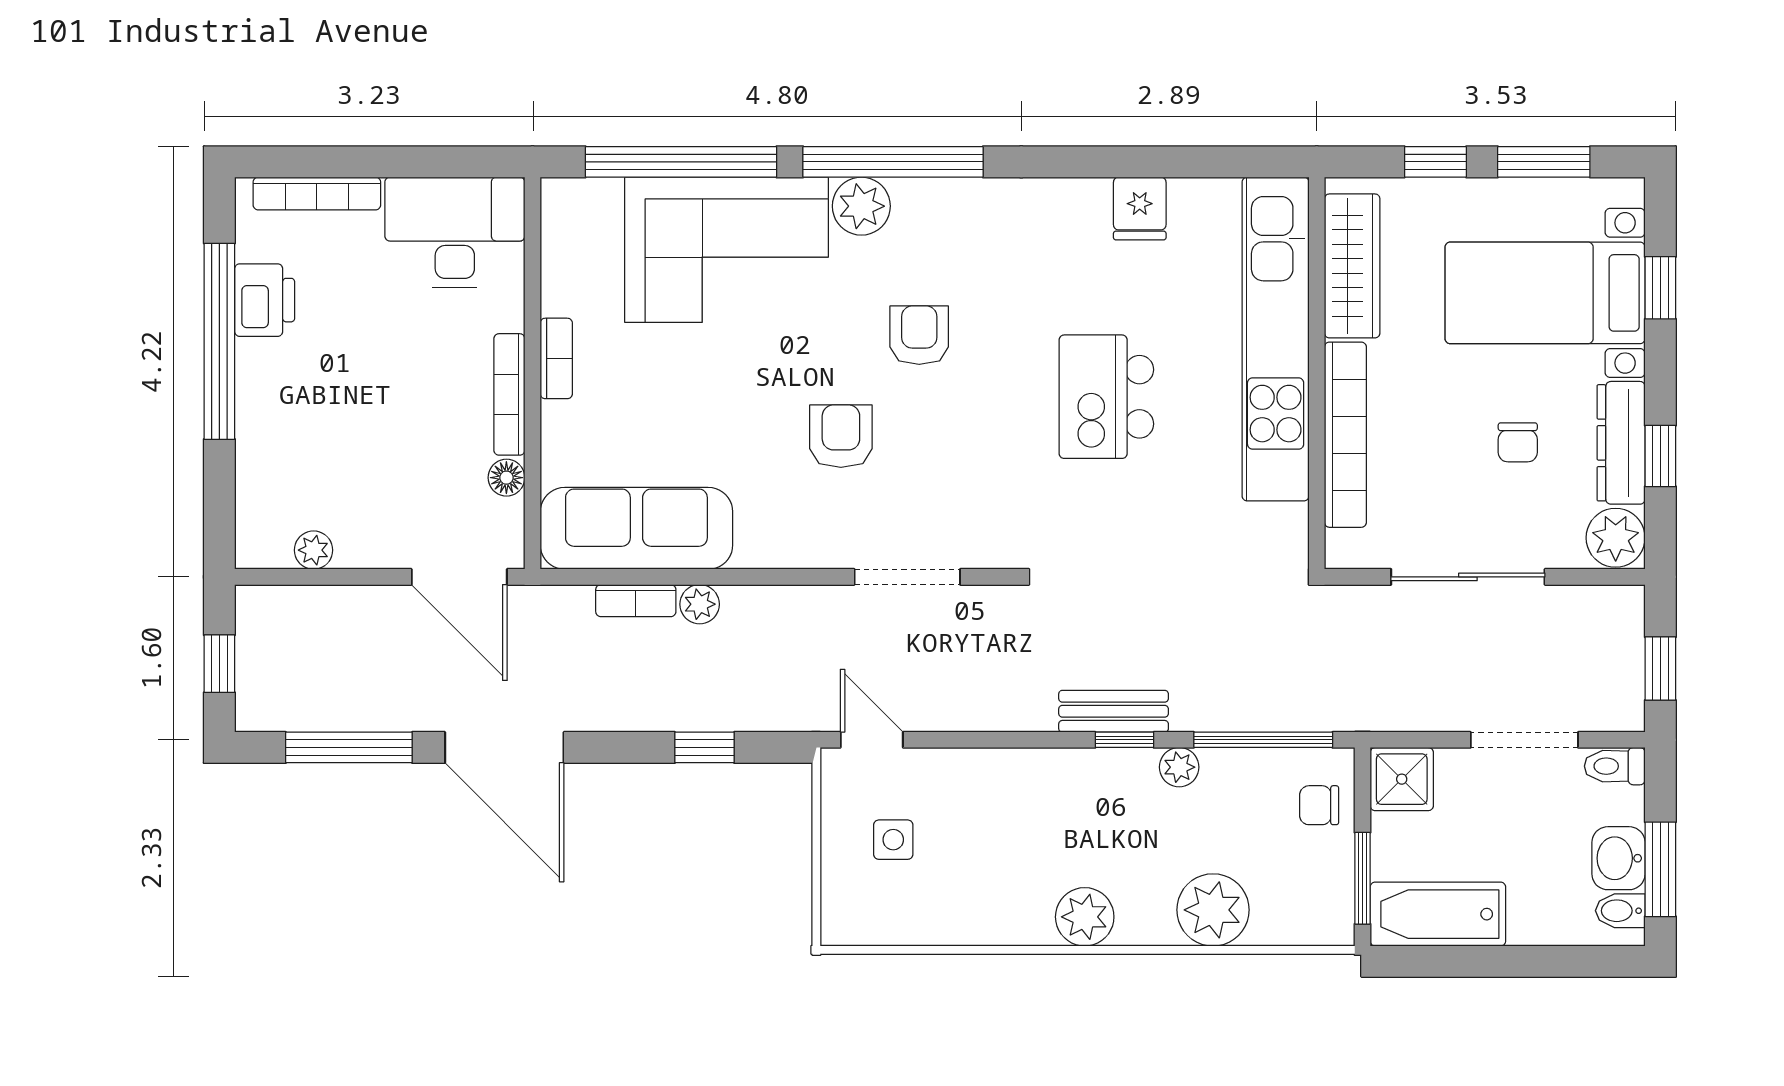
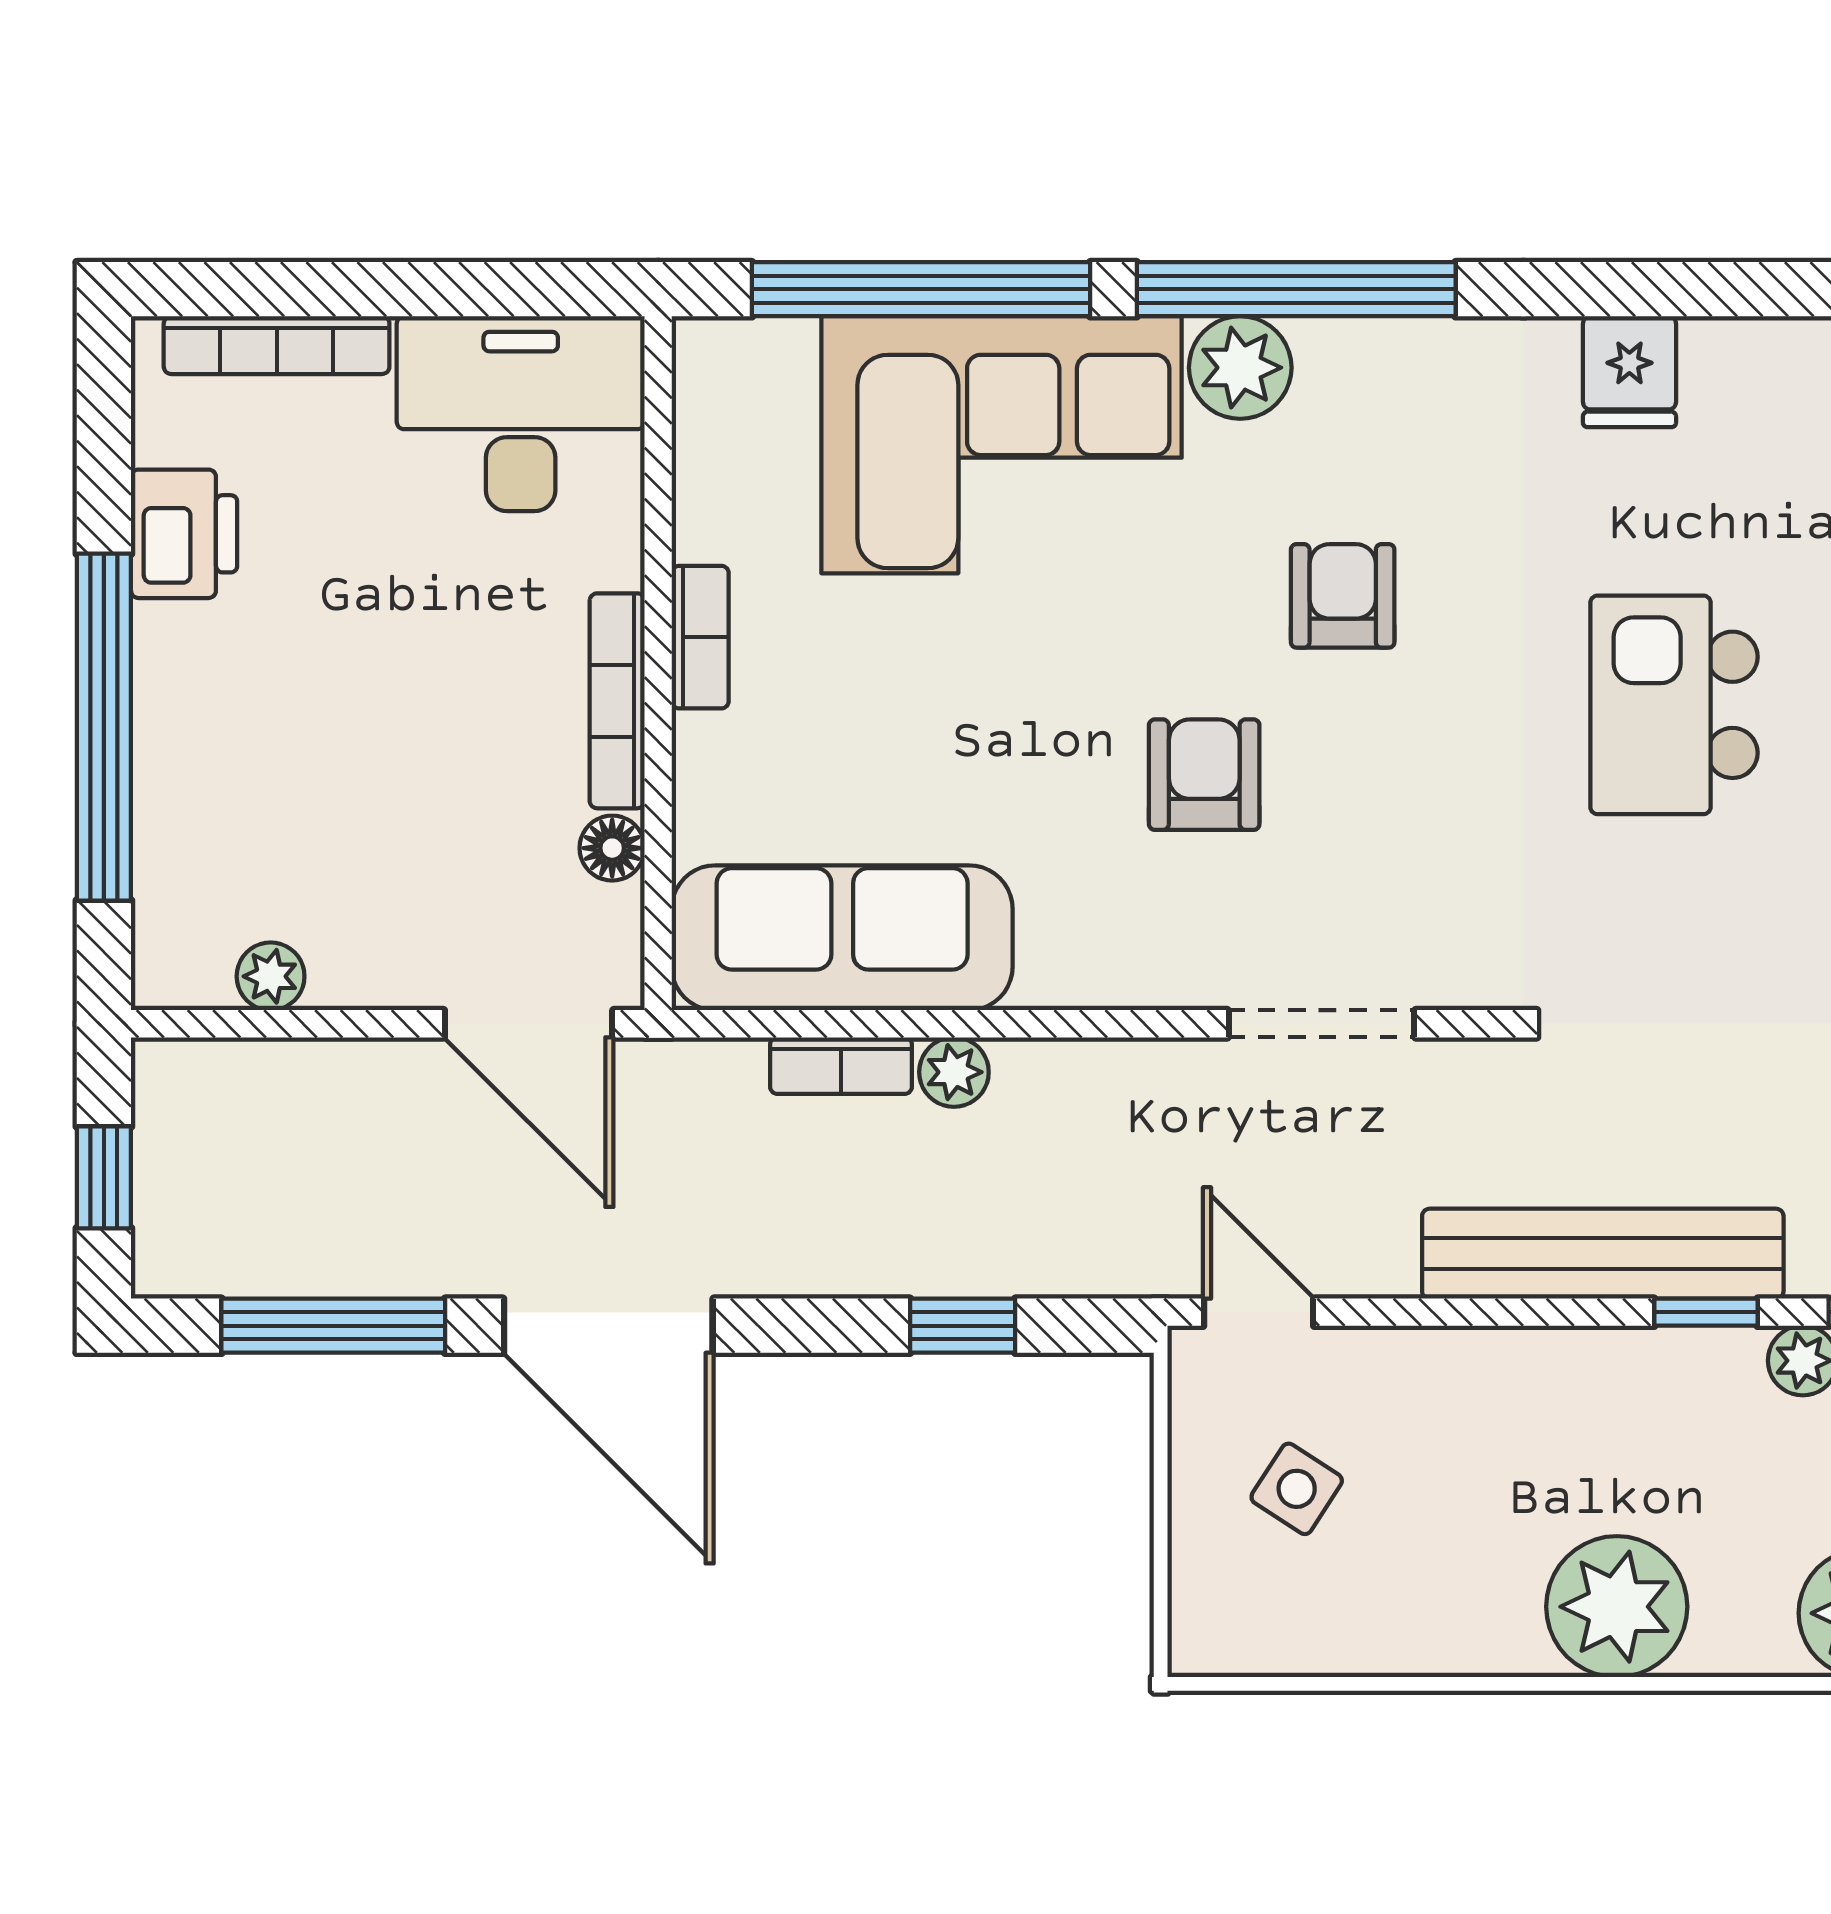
fridge: (1140, 209) -> (1629, 372), moved
window: (219, 341) -> (104, 727), moved
bench: (1114, 711) -> (1603, 1254), width x1.86, depth x1.21
side table: (893, 840) -> (1297, 1489), turned 33
plant: (1085, 917) -> (1617, 1607), width x1.36, depth x1.36

